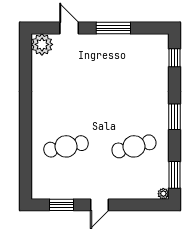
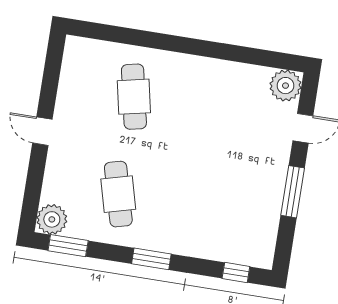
plant: (163, 194) -> (52, 219), width x1.88, depth x1.88
window: (61, 205) -> (51, 77), removed

